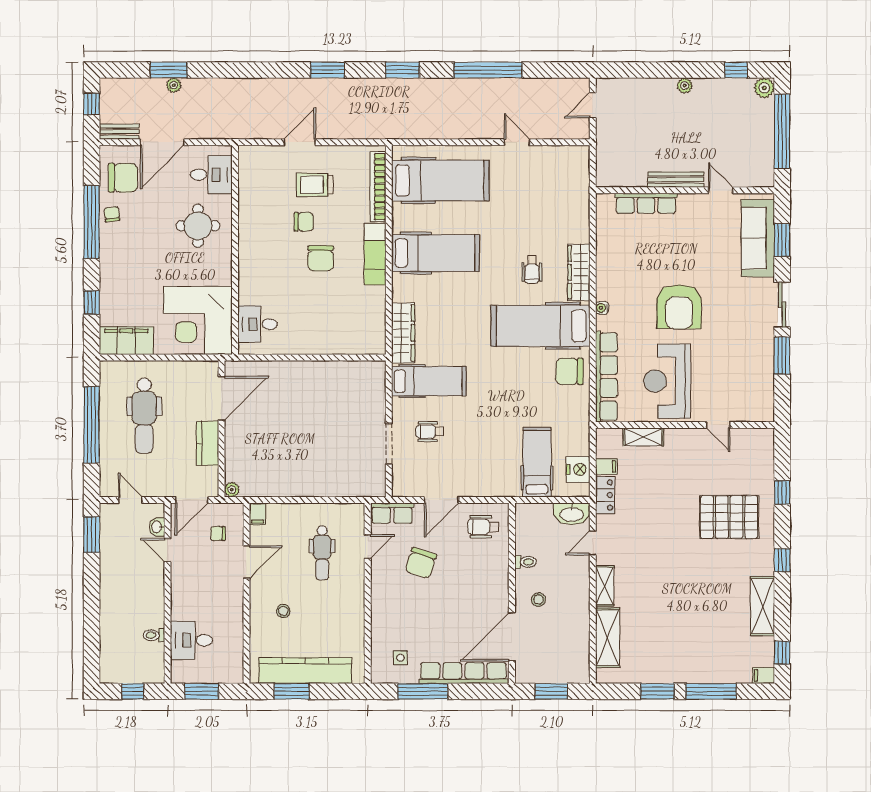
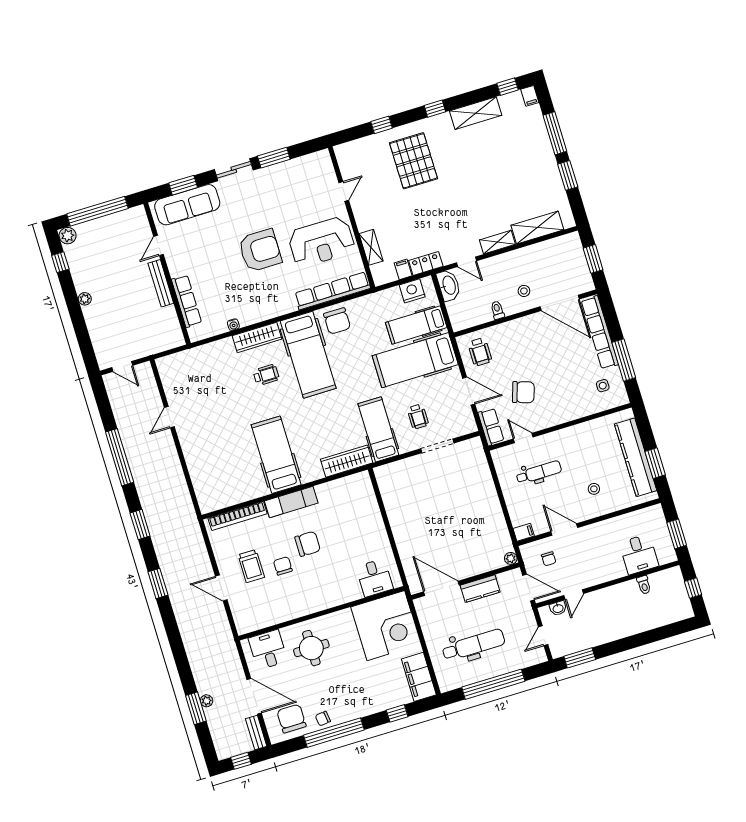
hospital bed: (440, 180) -> (415, 360), moved, turned -90
water cooler: (602, 308) -> (233, 325), moved

